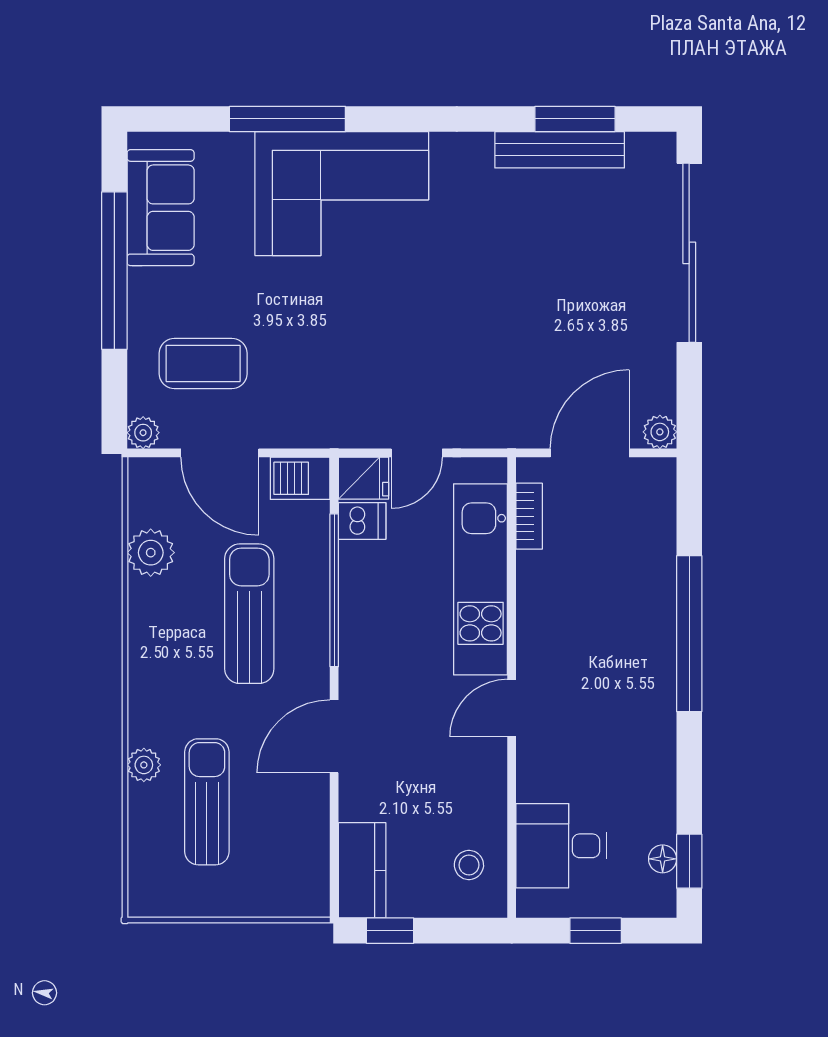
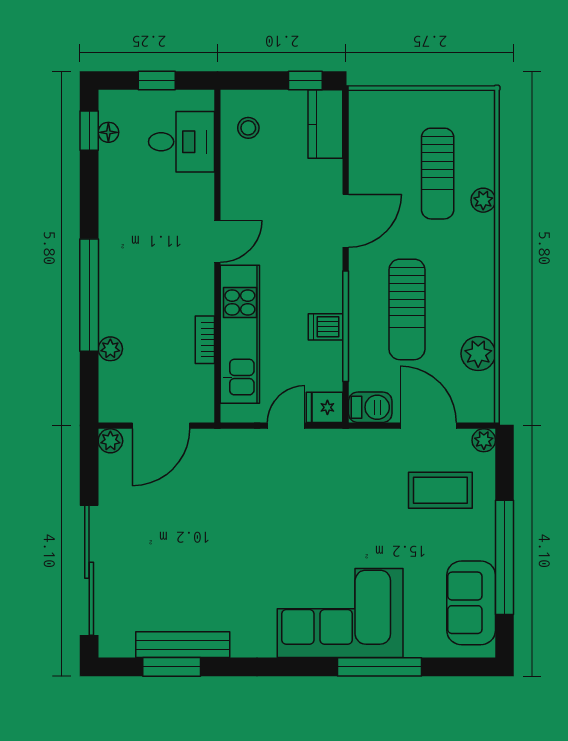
bookcase: (529, 516) -> (205, 340), moved
dishwasher: (362, 521) -> (326, 327), moved
plant: (660, 559) -> (110, 349), added

